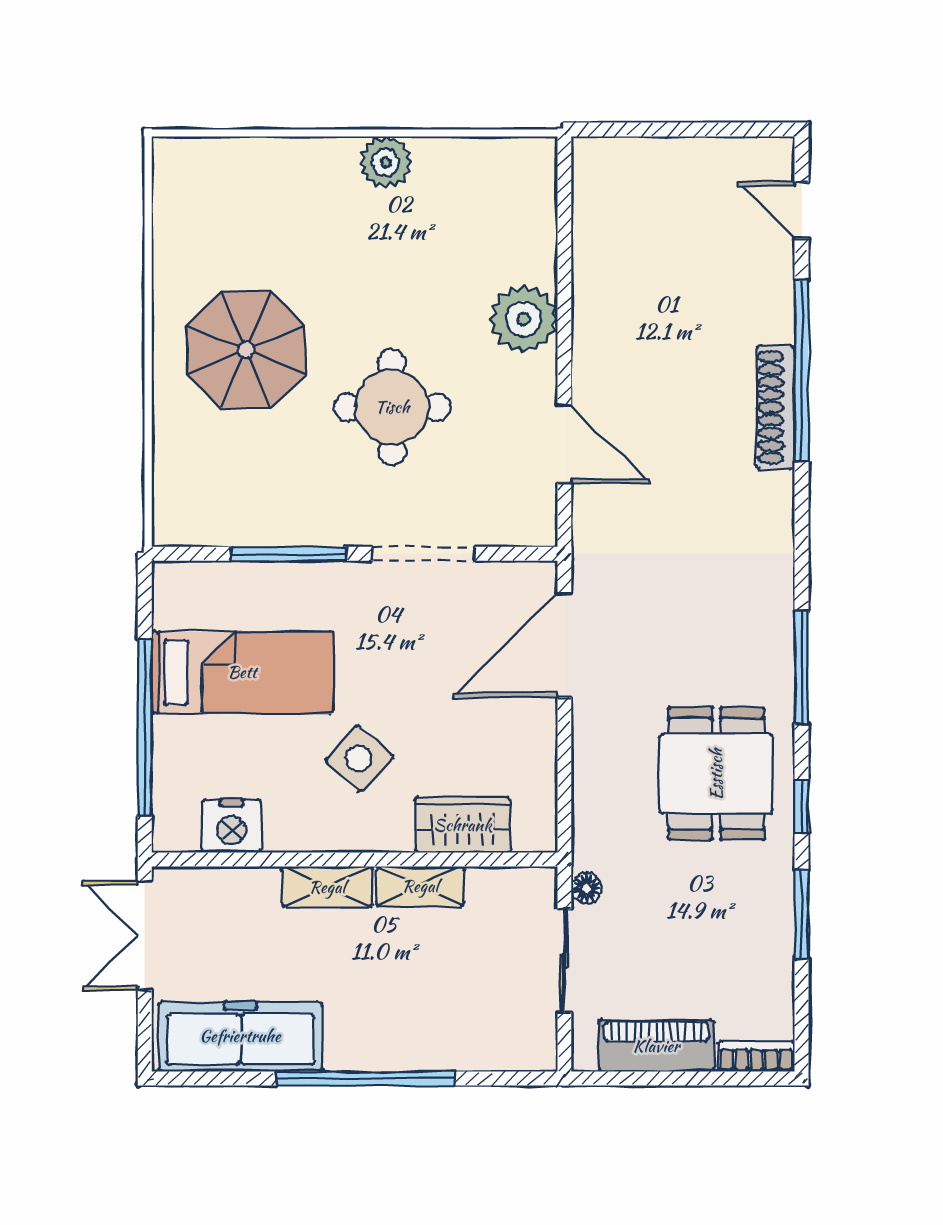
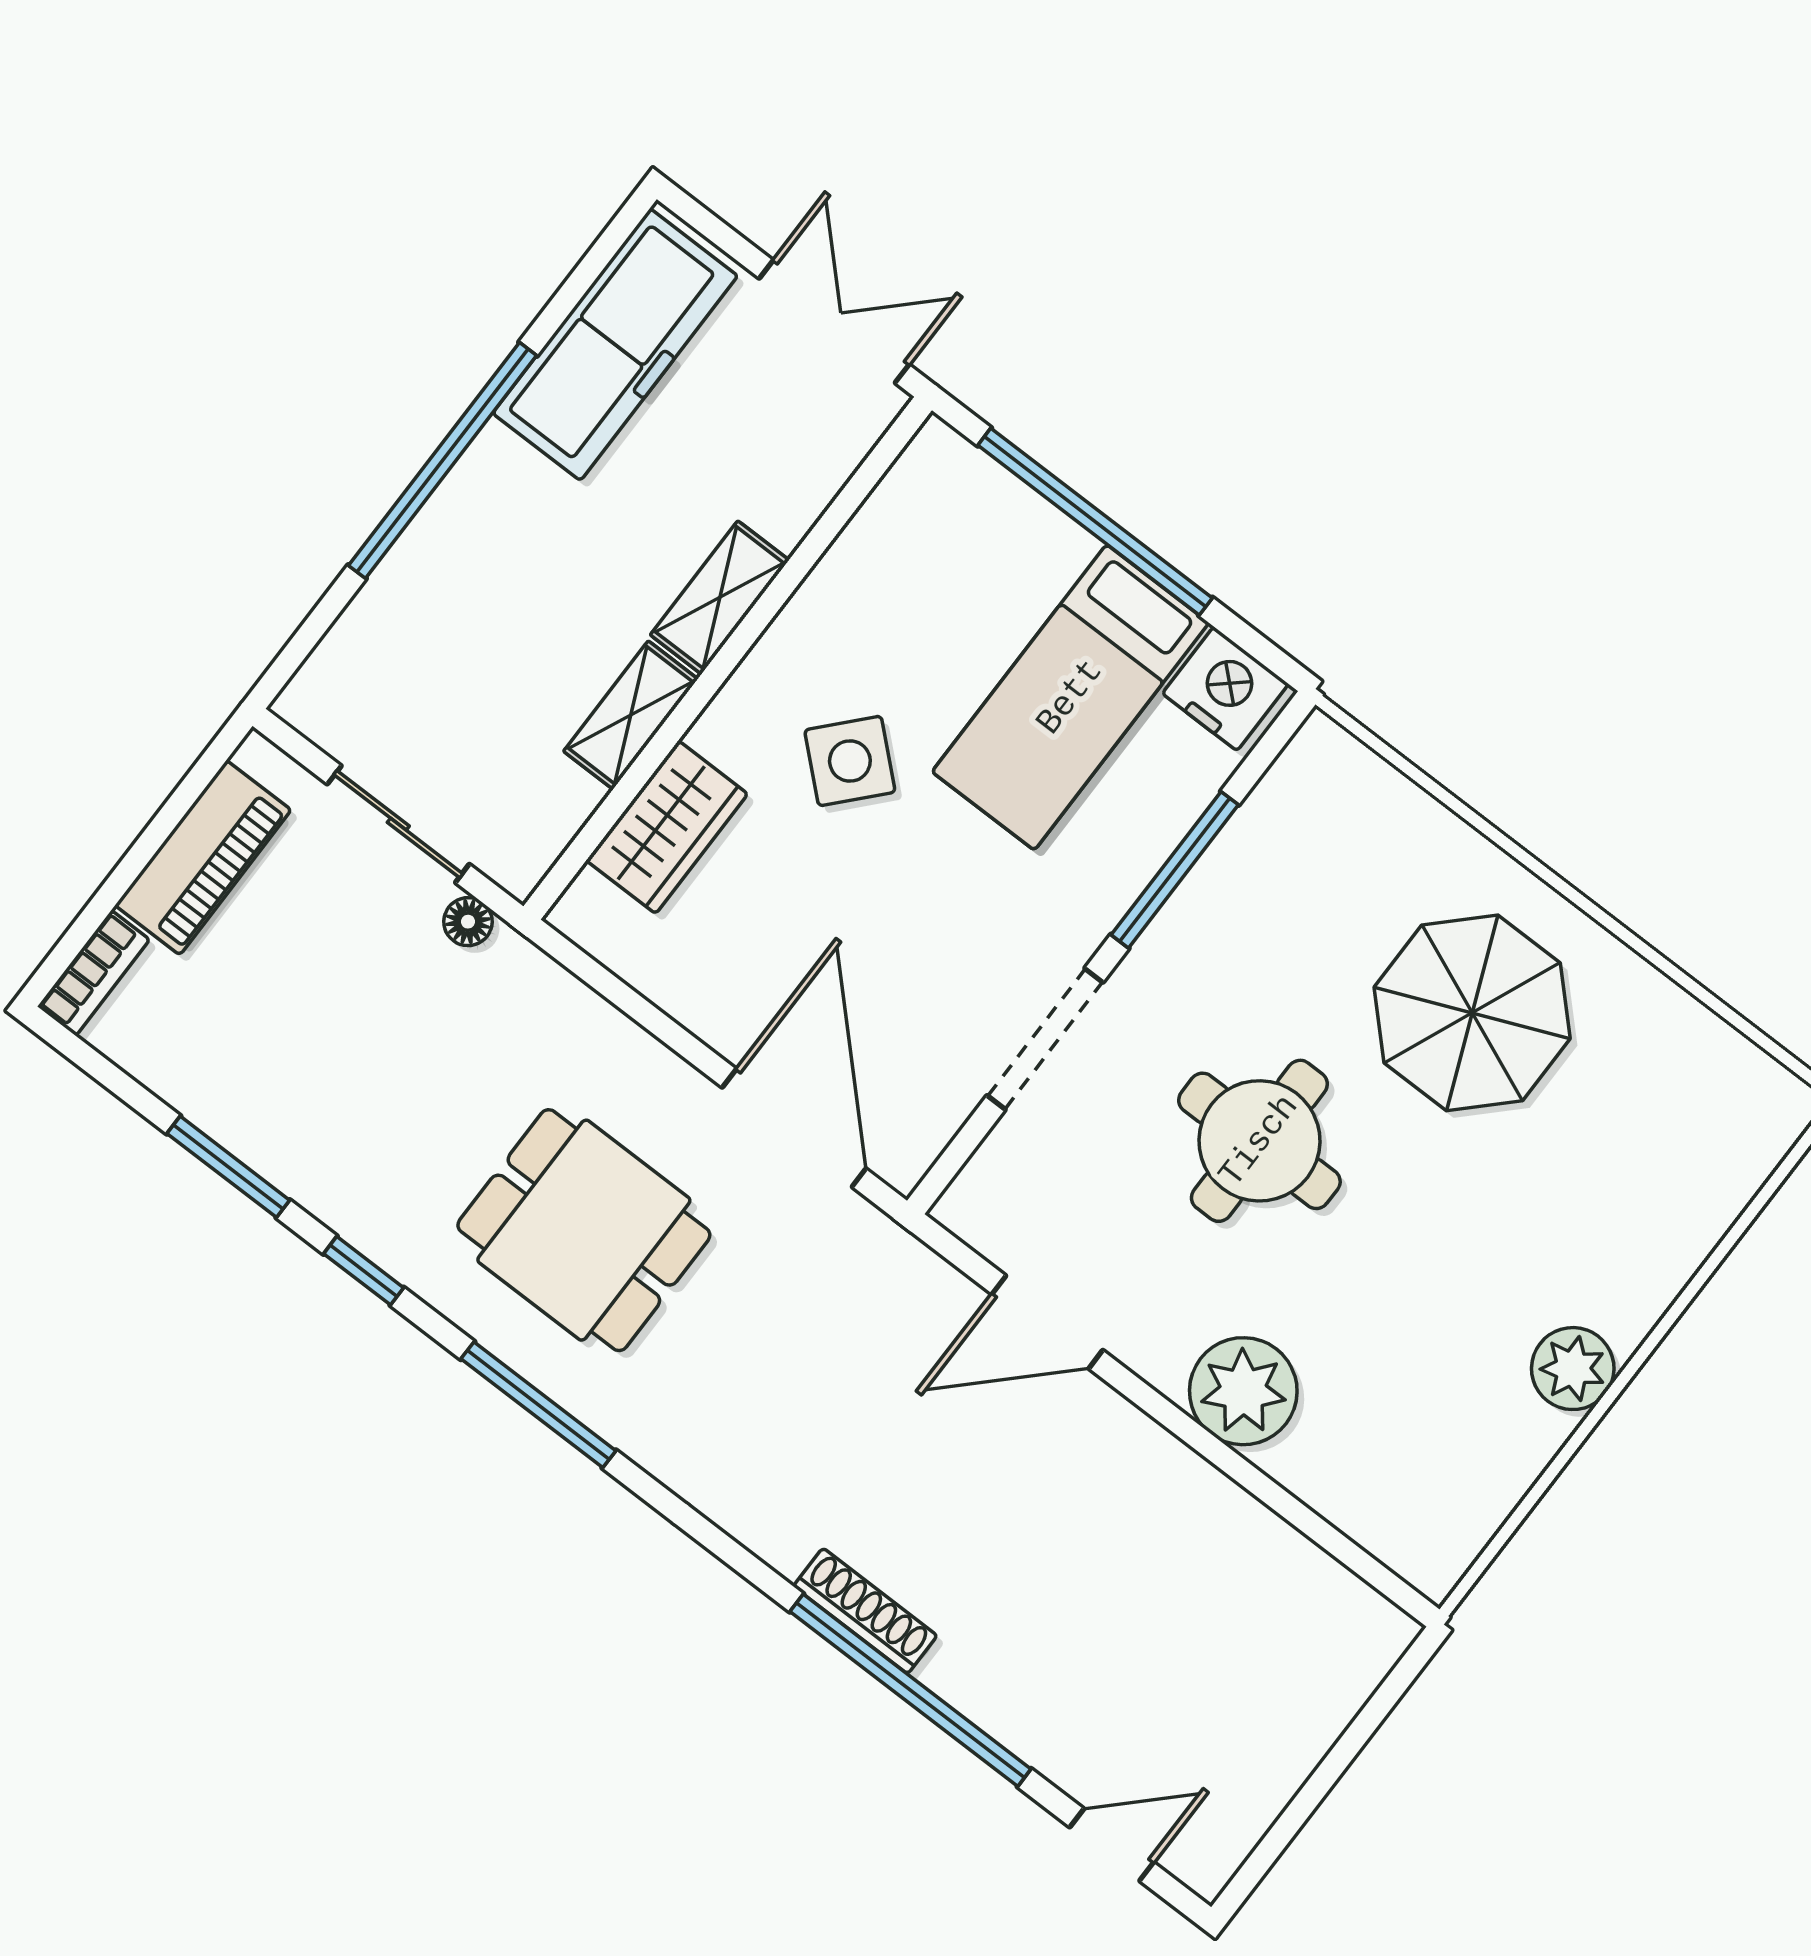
shoe rack: (776, 407) -> (865, 1611), width x0.74, depth x0.81
dining table: (716, 774) -> (584, 1230), moved
nightstand: (232, 826) -> (1225, 689), moved, turned 90

